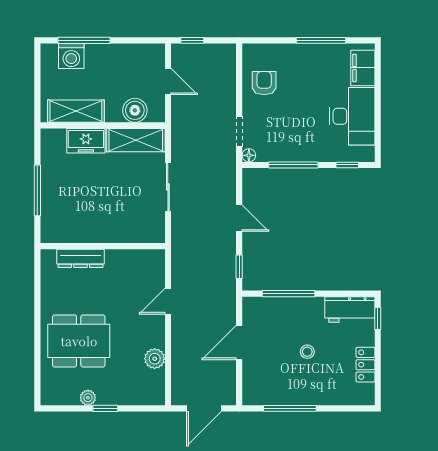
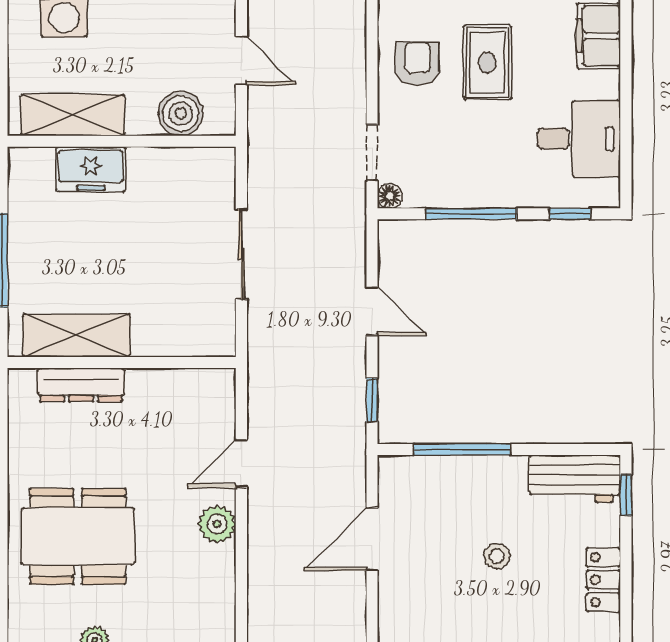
rug: (302, 82) -> (487, 62), added
desk: (352, 116) -> (579, 139), width x0.73
shelving: (136, 140) -> (76, 336), moved
plant: (155, 359) -> (217, 524), moved

